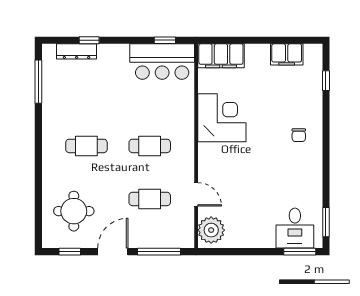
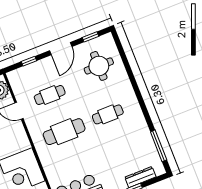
cafe table: (150, 146) -> (64, 132), width x1.37, depth x1.35
window: (159, 252) -> (29, 61), width x0.46

